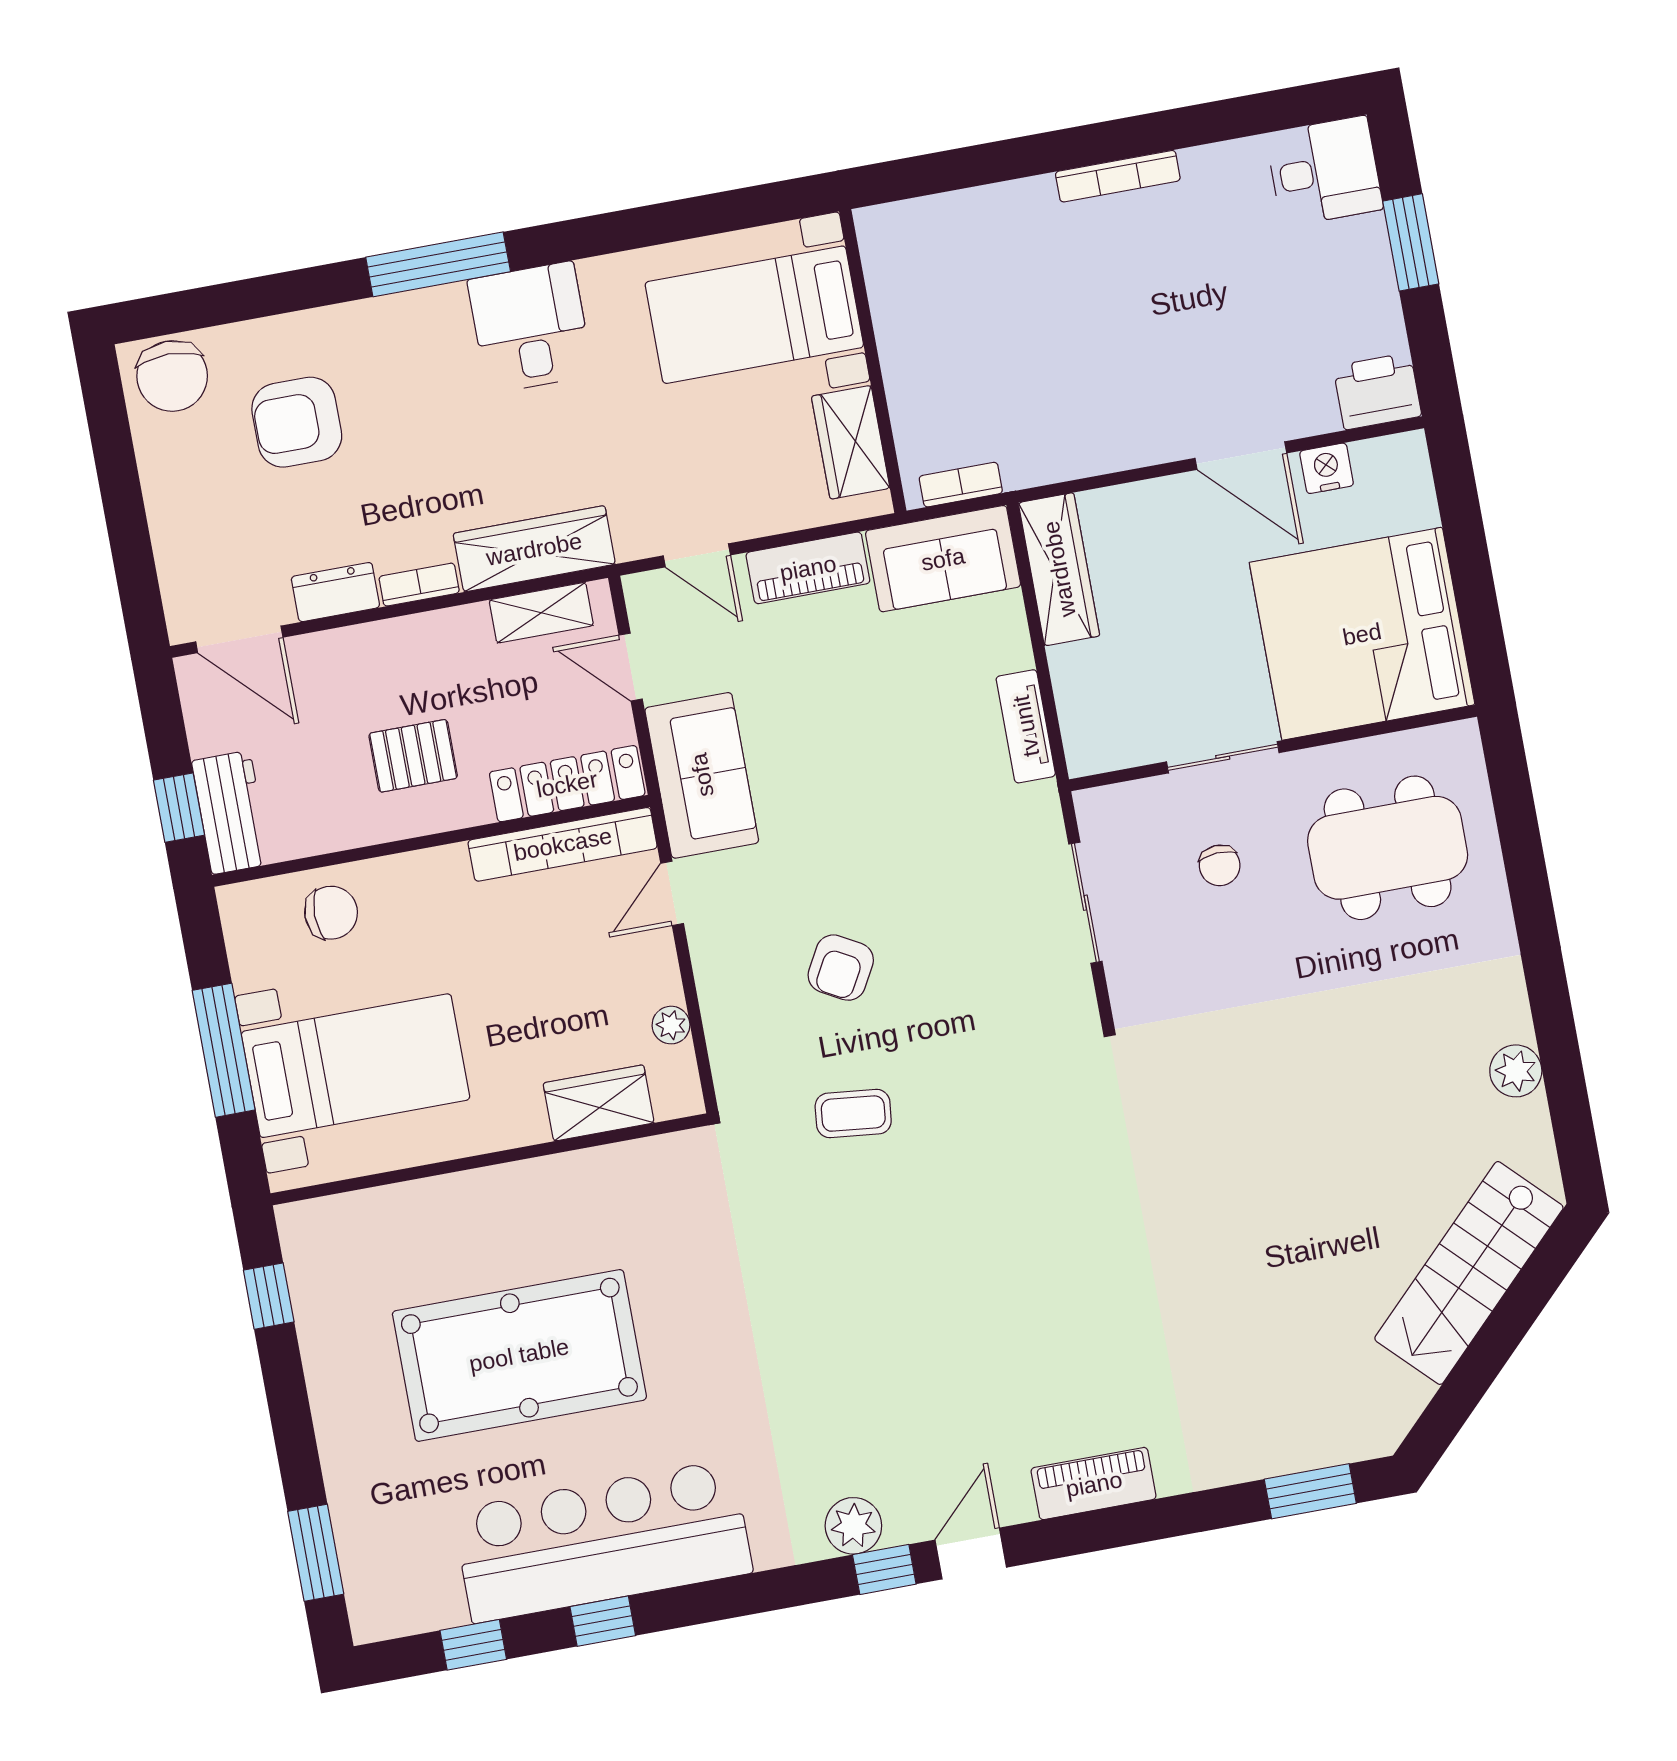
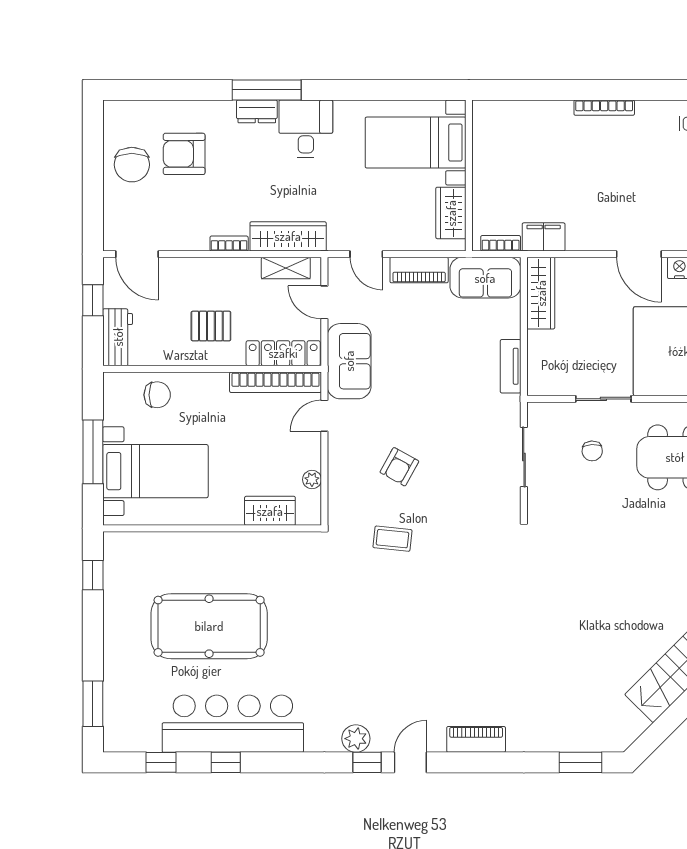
chair: (172, 376) -> (132, 165), moved
filing cabinet: (1044, 456) -> (544, 237), added
dresser: (335, 592) -> (257, 111), moved, turned 180
window: (179, 808) -> (93, 300), moved

